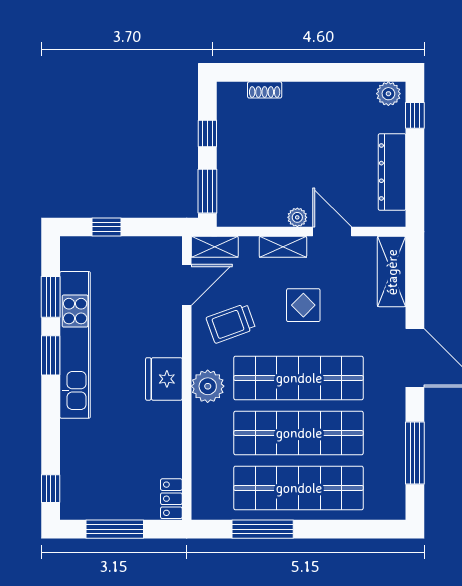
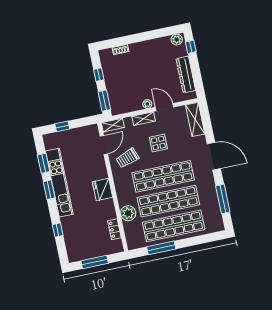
plant: (208, 386) -> (128, 213), moved
window: (51, 489) -> (58, 230), moved
locker: (171, 499) -> (114, 229), moved

